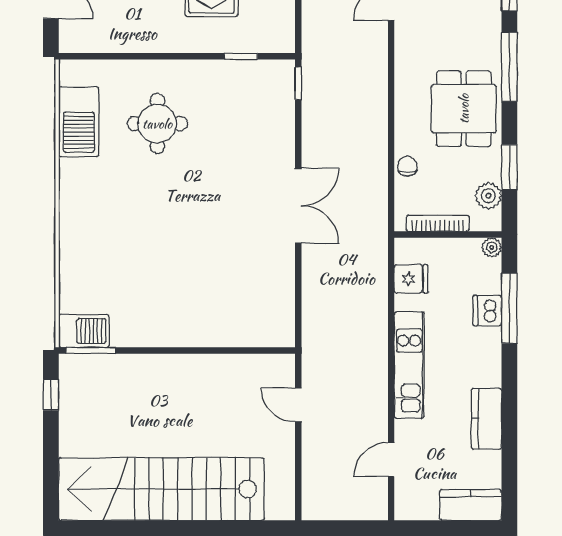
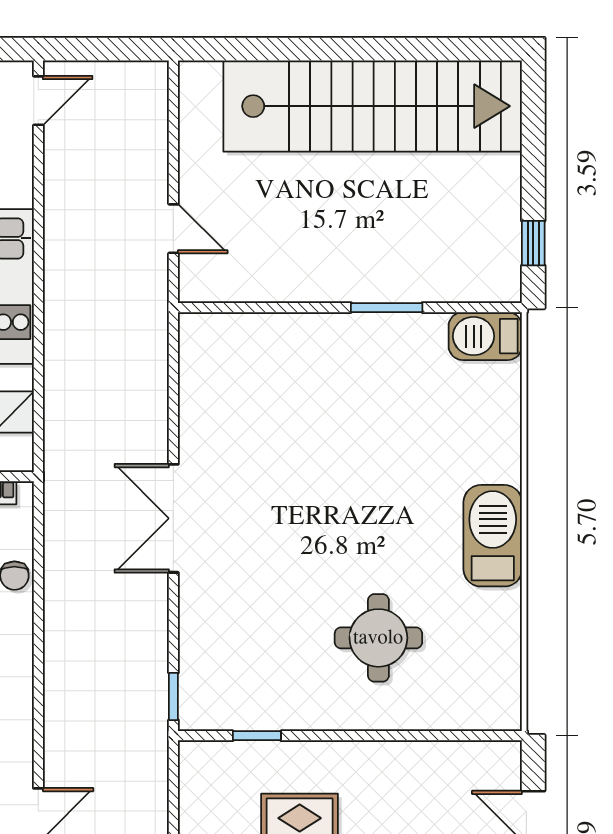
barbecue: (79, 122) -> (493, 536), moved
window: (91, 351) -> (387, 308), moved
door: (391, 460) -> (38, 101), moved

